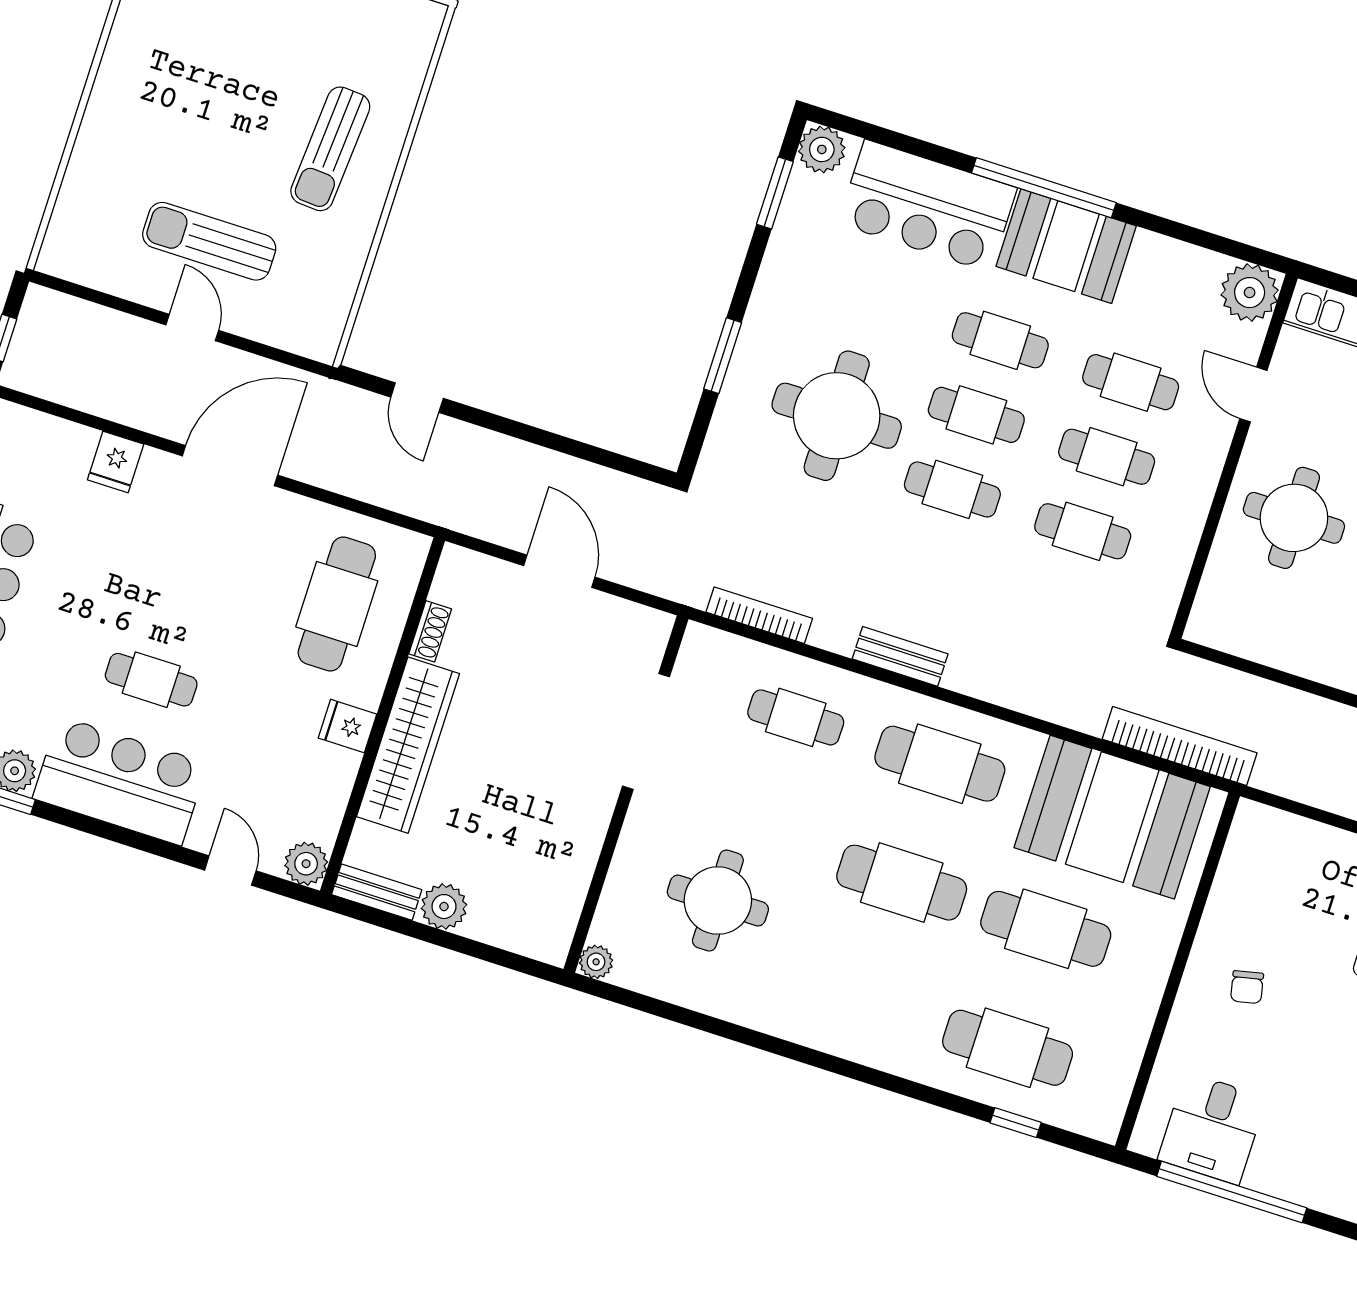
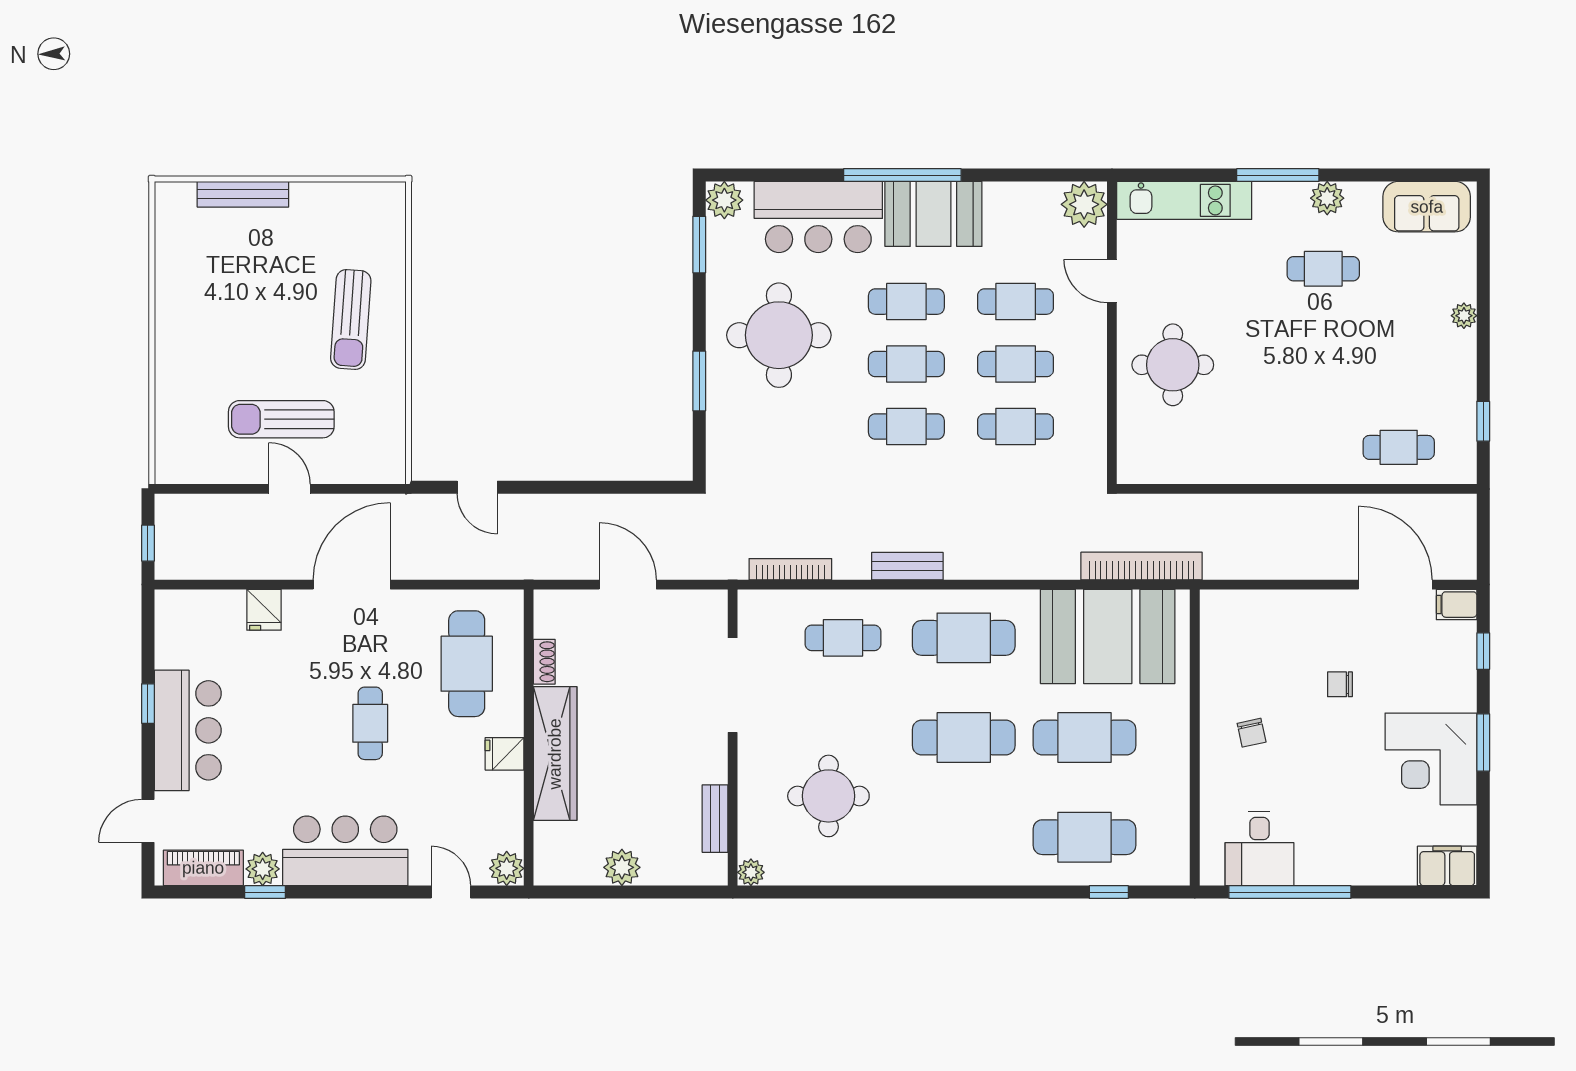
round table: (837, 416) -> (779, 335), moved
cafe table: (151, 680) -> (370, 723), moved, turned 90
bench: (377, 892) -> (715, 819), moved, turned 90

